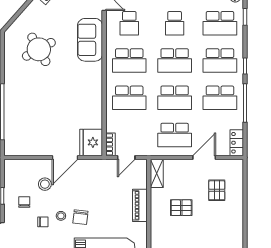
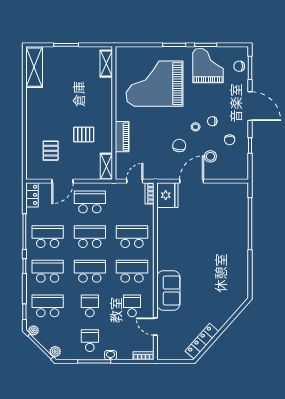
round table: (39, 49) -> (216, 282), removed
chair: (80, 217) -> (179, 146), moved

